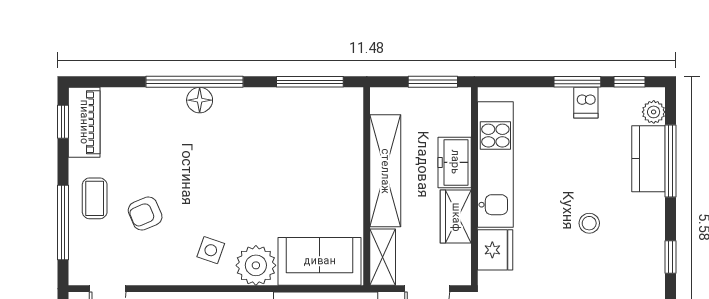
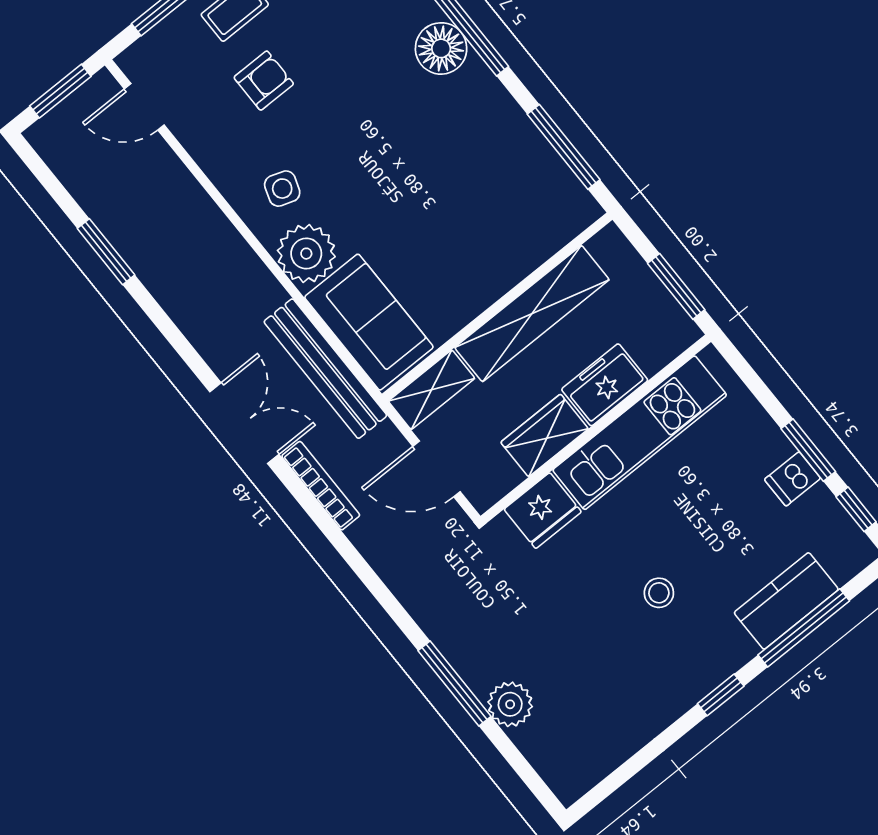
floor lamp: (200, 100) -> (441, 48), width x1.38, depth x1.38
plant: (654, 112) -> (844, 564), removed
armchair: (145, 214) -> (264, 81), turned 113
window: (670, 257) -> (721, 695), moved

